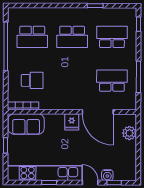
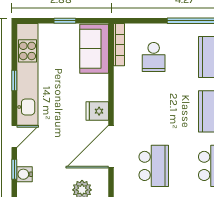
water cooler: (107, 175) -> (25, 174), moved

